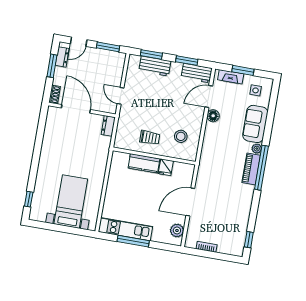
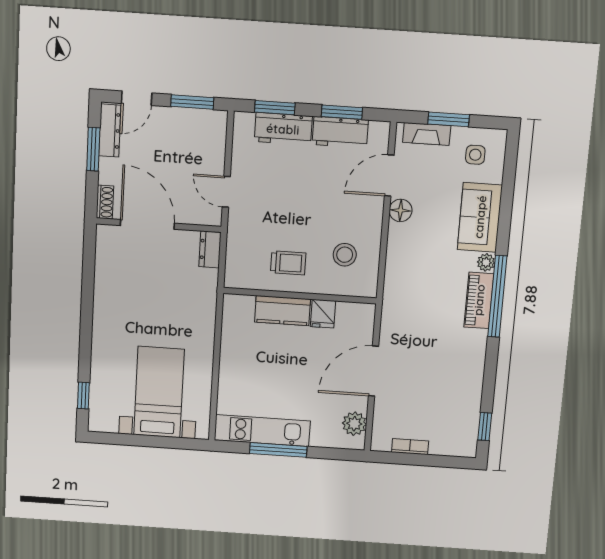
dresser: (62, 57) -> (110, 130), width x1.44
workbench: (197, 73) -> (340, 132), moved

